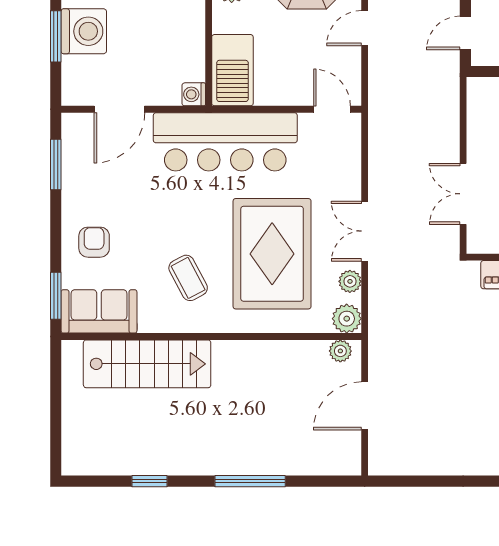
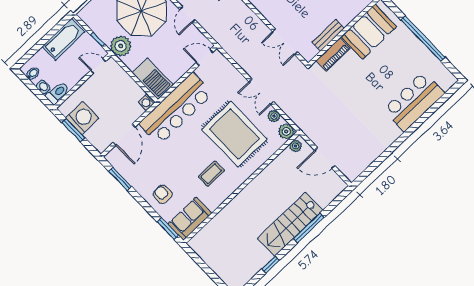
coffee table: (188, 278) -> (211, 174), turned -62
stairs: (147, 364) -> (290, 224), moved, turned 180
door: (365, 406) -> (325, 158), hinge flipped

